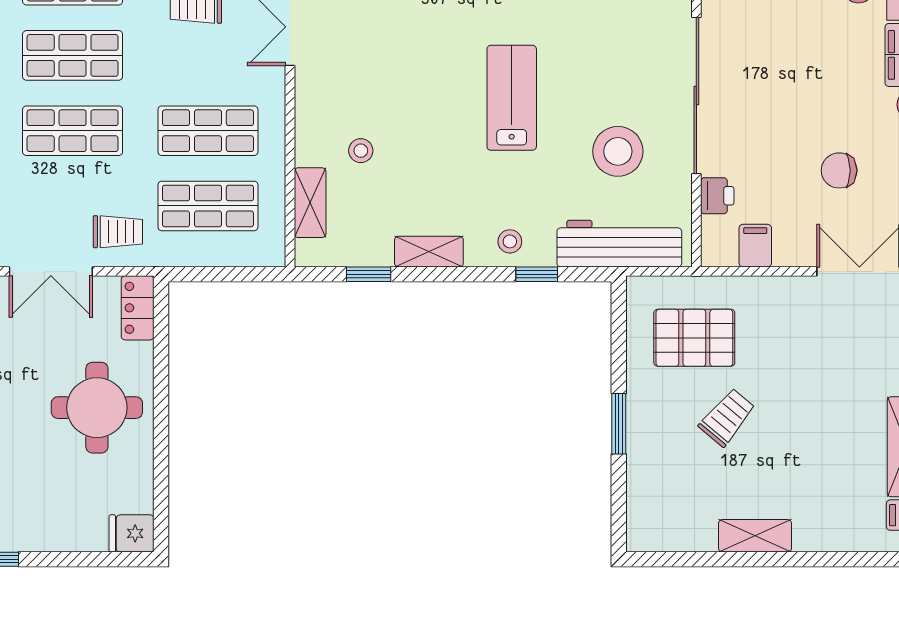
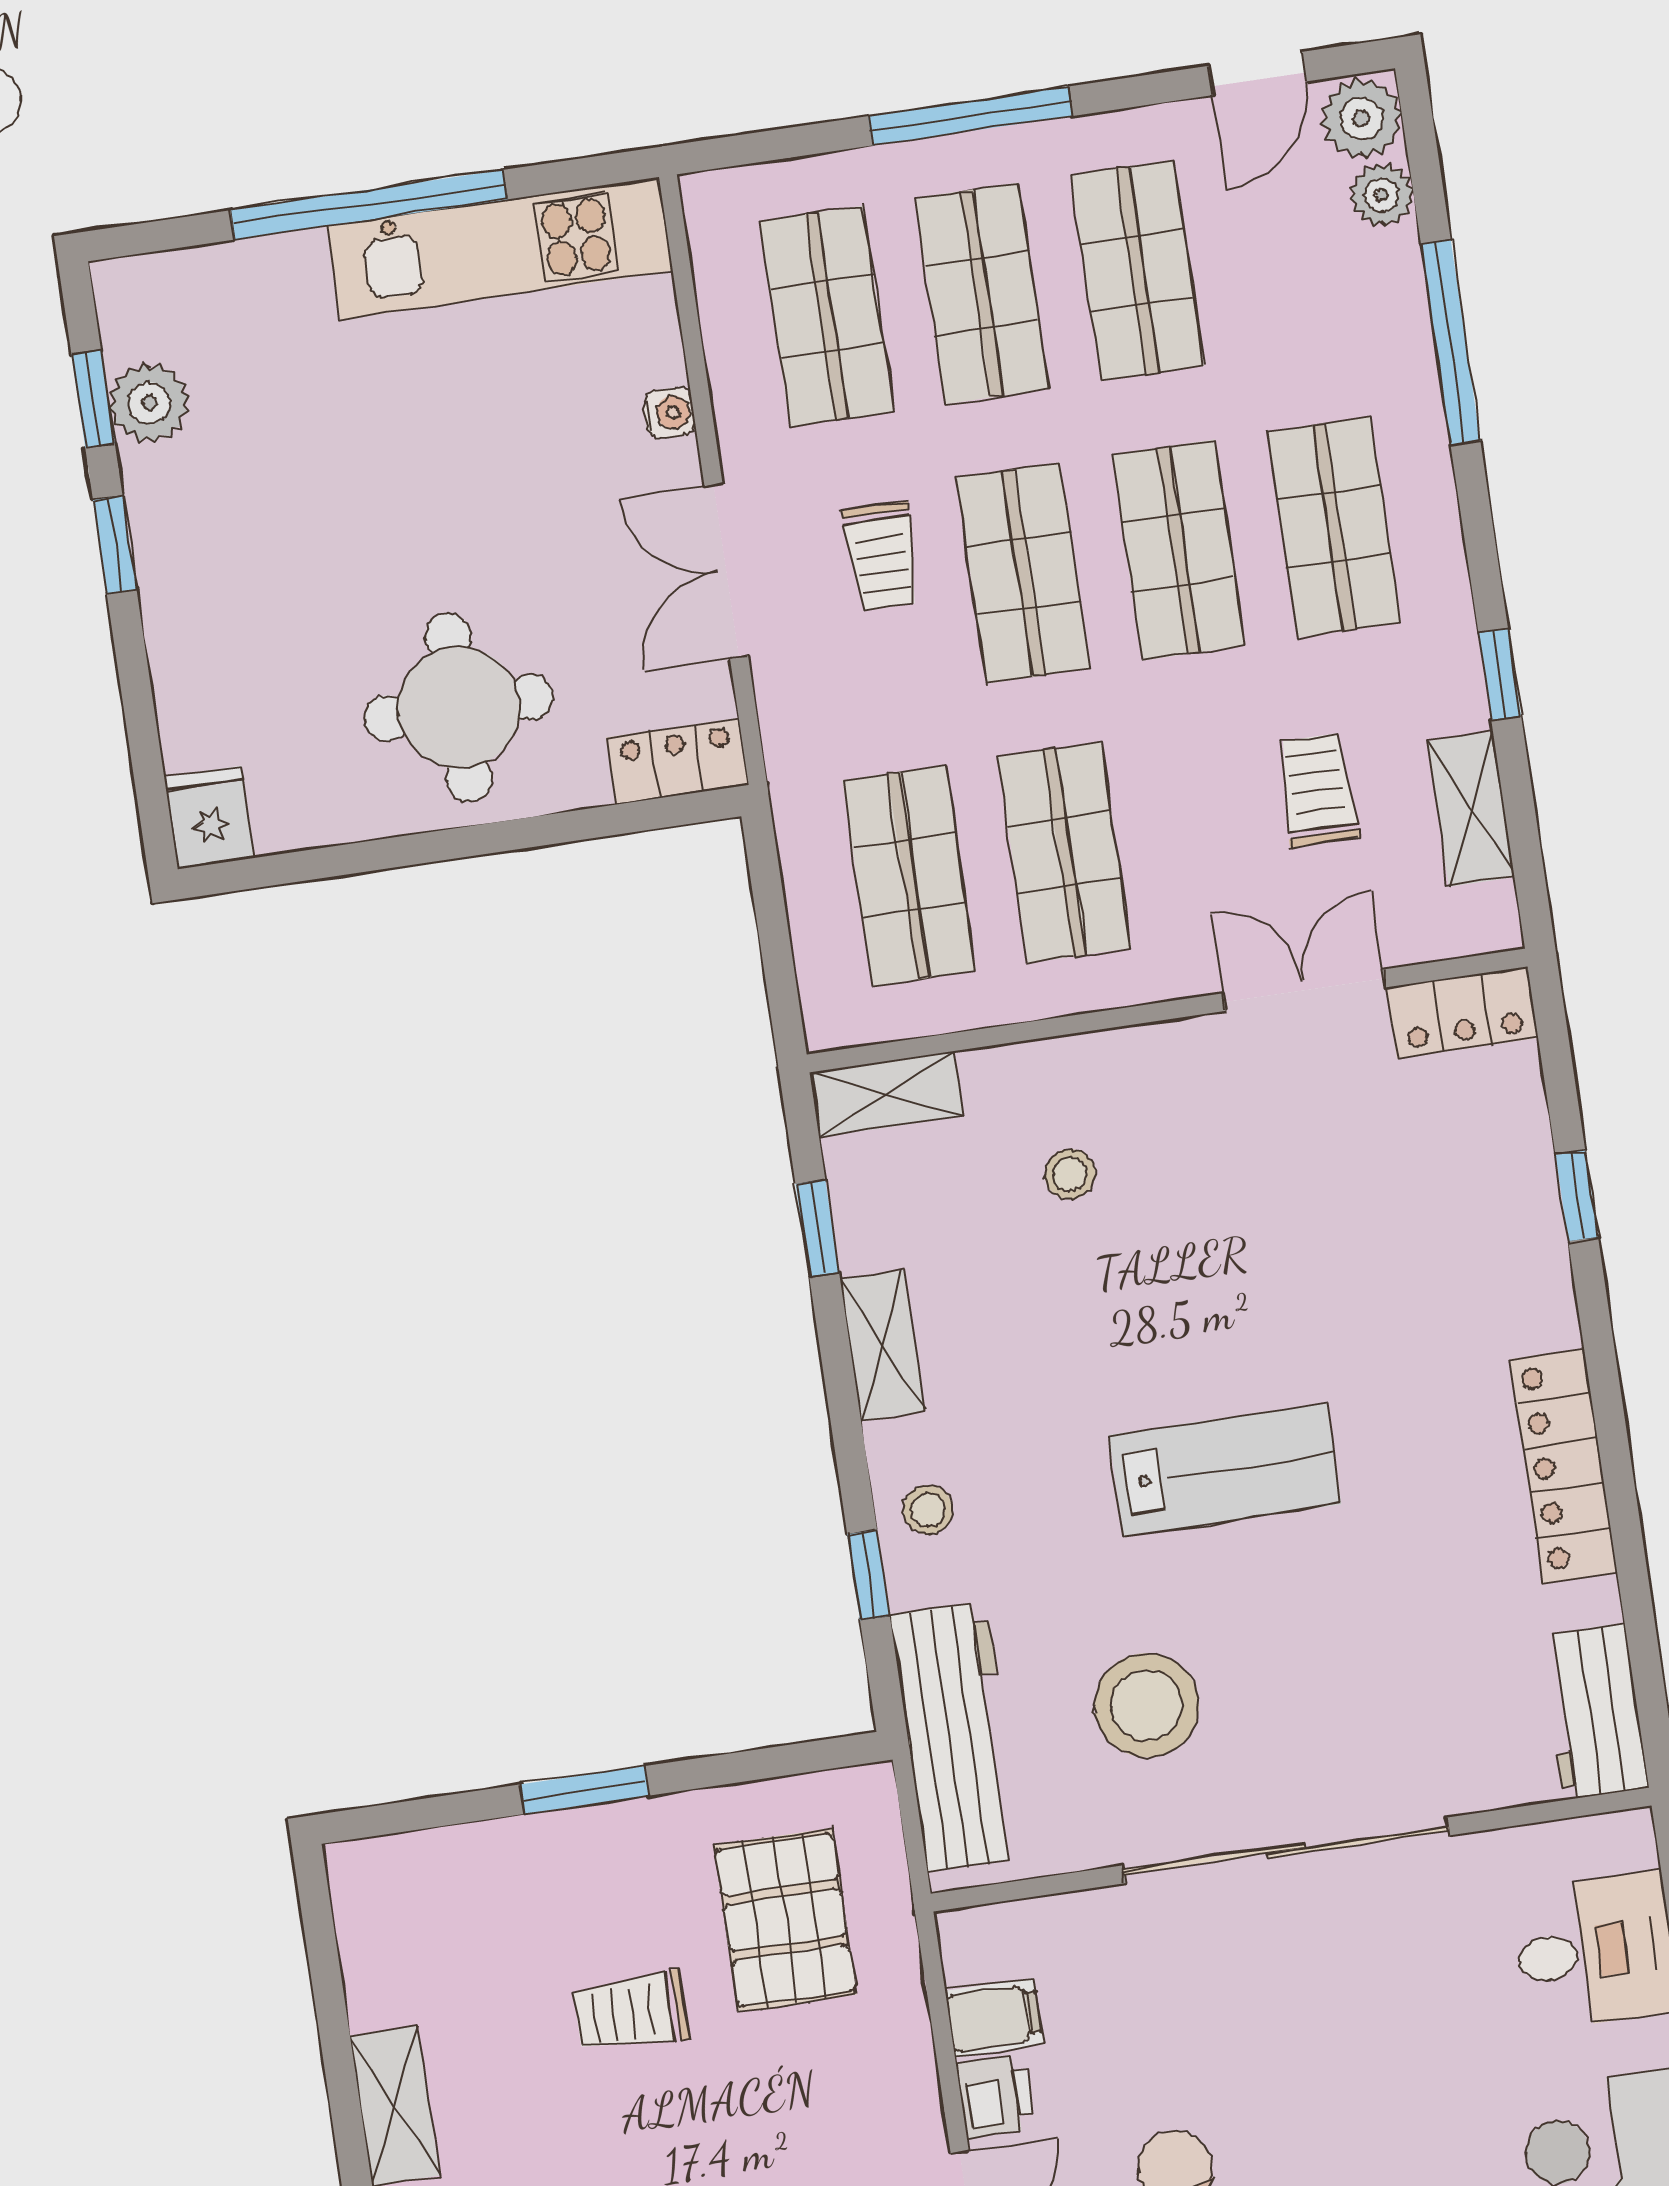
printer: (717, 196) -> (995, 2096), moved, turned -90
shelving: (310, 203) -> (886, 1094), moved
trolley: (118, 232) -> (882, 557), moved
trolley: (727, 417) -> (631, 2012), turned 140

